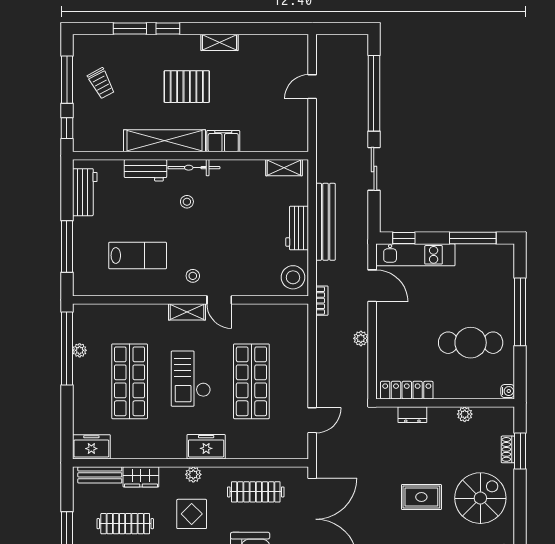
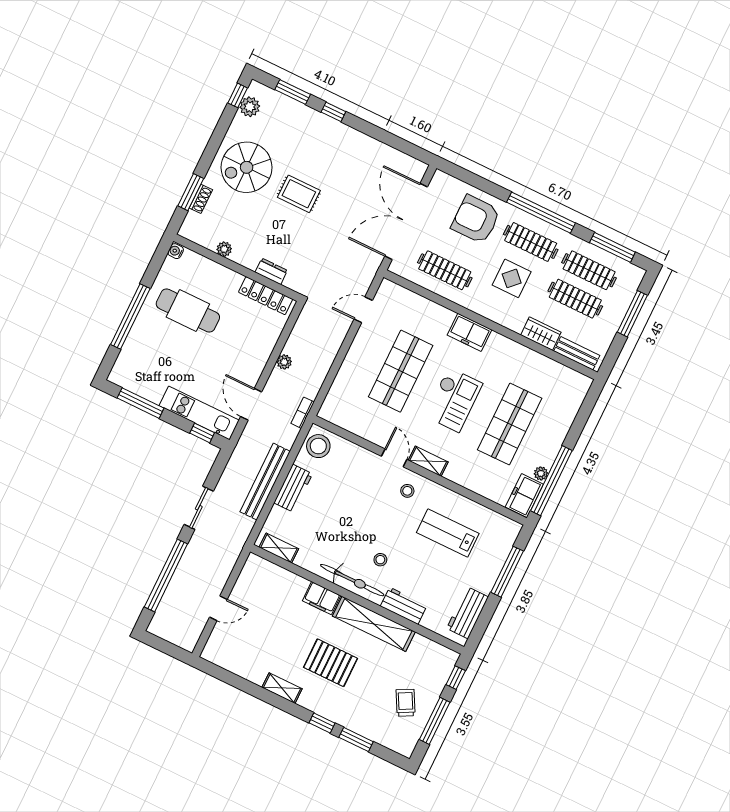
bicycle: (194, 168) -> (352, 580), width x1.37, depth x1.40
freezer: (91, 447) -> (524, 496), moved, turned 90
plant: (193, 474) -> (493, 313), removed

